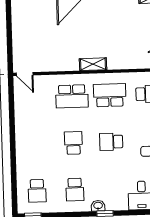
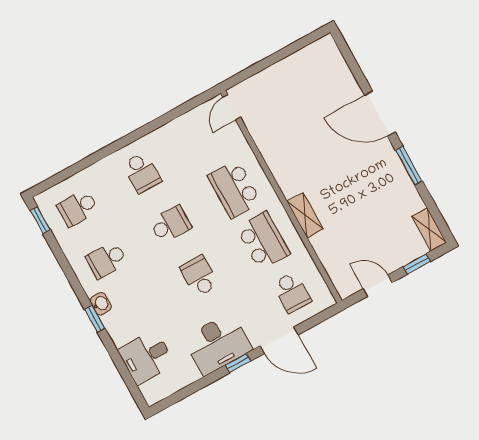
shelving: (93, 64) -> (305, 215), moved
school desk: (36, 144) -> (142, 173), added

